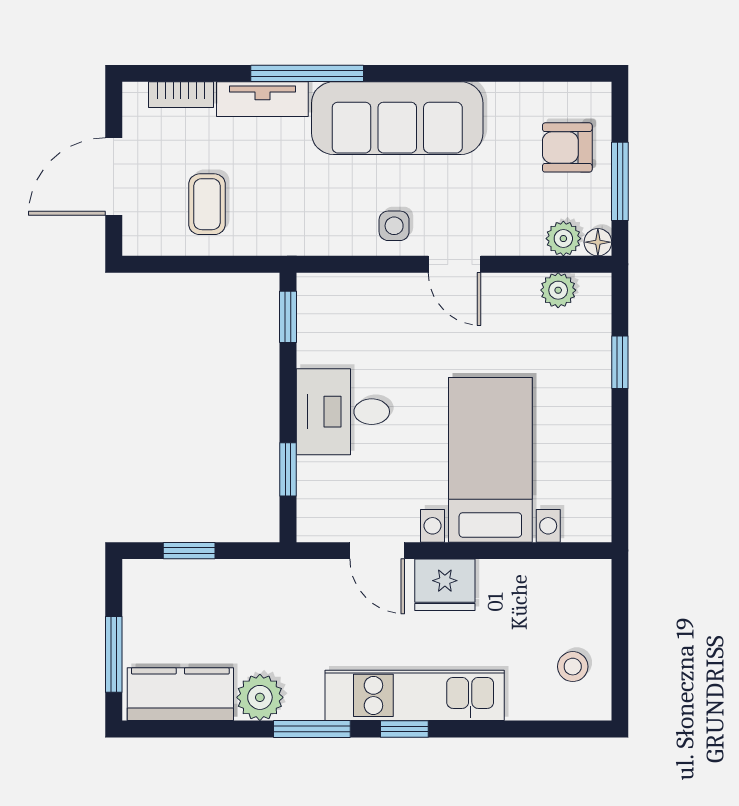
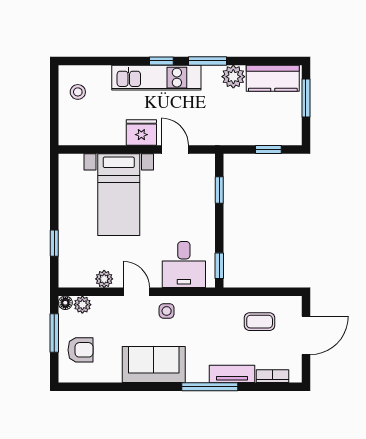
sofa: (397, 118) -> (154, 364), width x0.73
coffee table: (207, 204) -> (260, 322), turned 90
plant: (558, 290) -> (104, 279), moved
desk: (343, 412) -> (184, 265), moved, turned 90

